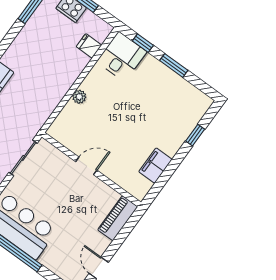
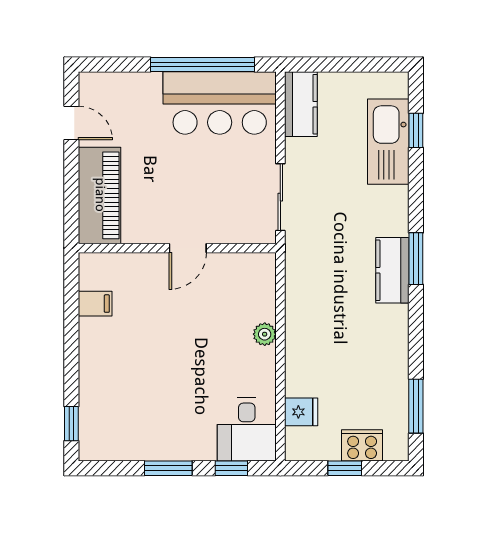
window: (195, 135) -> (71, 424), moved
filing cabinet: (155, 166) -> (95, 304), width x0.50
piano: (118, 218) -> (100, 195), width x1.37, depth x1.33

